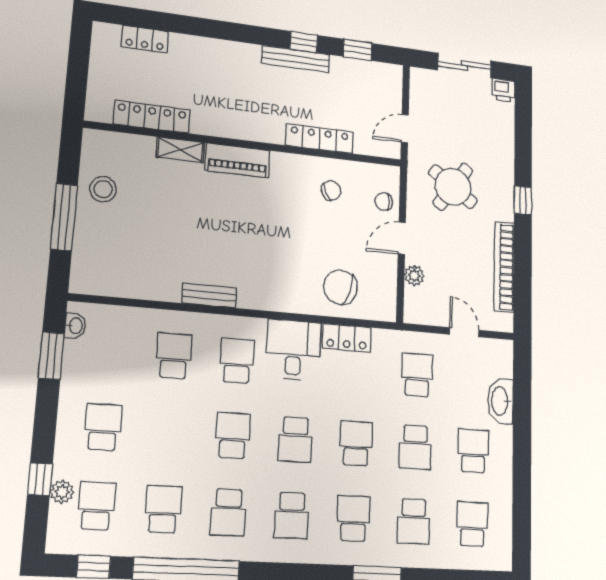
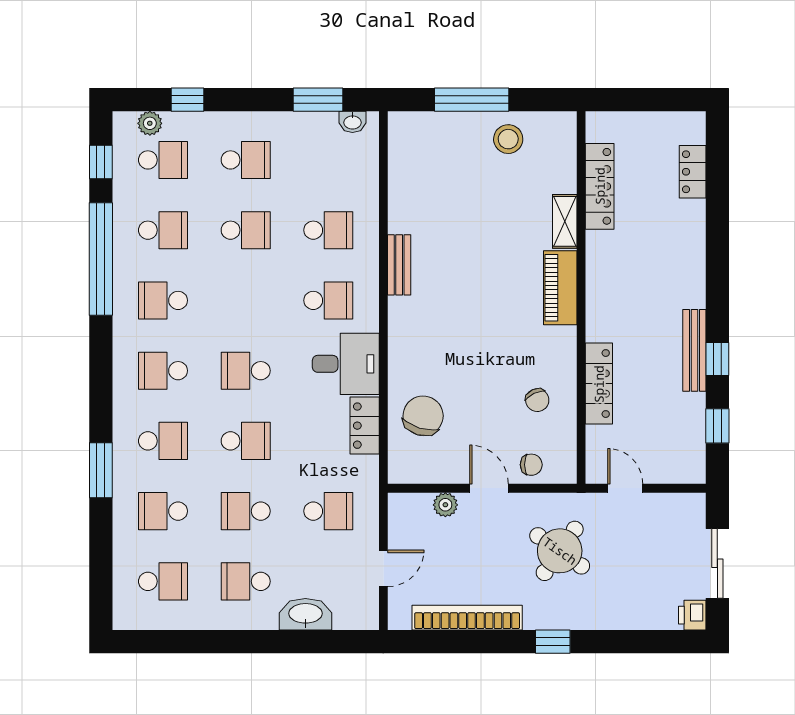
chair: (384, 201) -> (531, 465), turned 90
school desk: (233, 435) -> (246, 230), moved
school desk: (473, 451) -> (246, 581), turned 180
plant: (62, 492) -> (150, 123), moved

